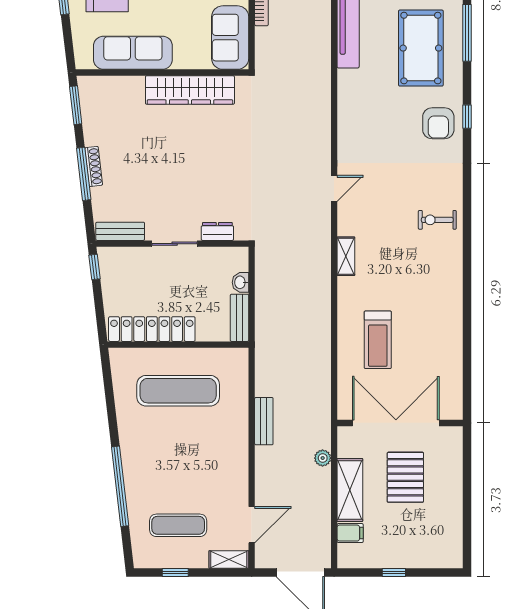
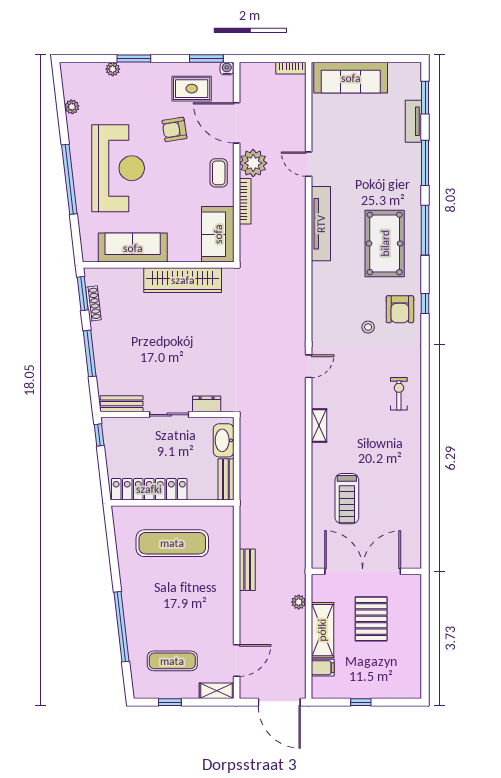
stool: (402, 144) -> (368, 327), added
shoe rack: (94, 166) -> (93, 304), moved
exercise bike: (437, 220) -> (399, 394), turned 90
washbasin: (240, 282) -> (224, 440), width x1.91, depth x1.45

